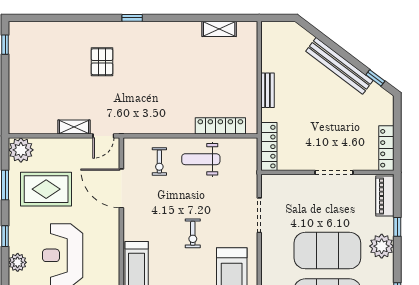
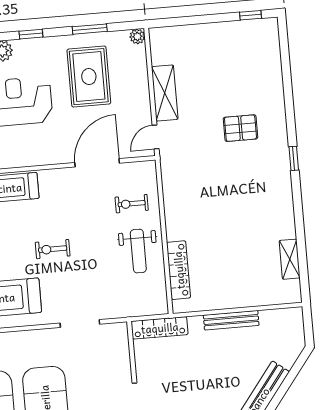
bench: (268, 90) -> (231, 320), width x1.36
shelving: (74, 127) -> (165, 93), width x1.50, depth x1.33
door: (103, 136) -> (156, 137), hinge flipped
plant: (21, 150) -> (137, 36), width x0.53, depth x0.53
weight bench: (201, 159) -> (138, 251), turned 180

